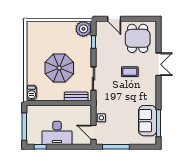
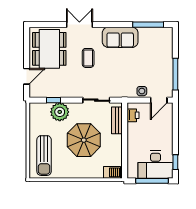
plant: (83, 29) -> (60, 112), moved
sun lounger: (46, 34) -> (44, 156), added
dining table: (138, 38) -> (49, 49), width x1.38
printer: (80, 110) -> (133, 115), added
sofa: (148, 121) -> (120, 37), moved
desk: (57, 133) -> (156, 165), moved, turned 90

